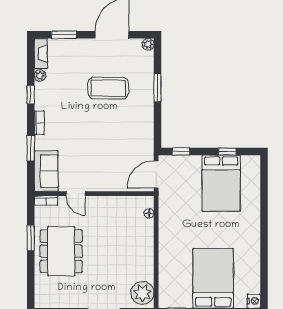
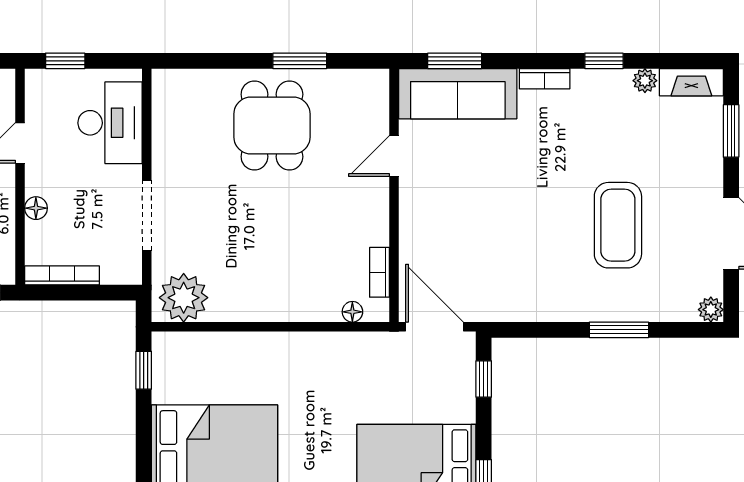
window: (31, 148) -> (455, 61), moved
sofa: (46, 171) -> (458, 94), width x1.36
bookcase: (46, 201) -> (379, 272), moved
dining table: (61, 251) -> (272, 126), width x0.73

